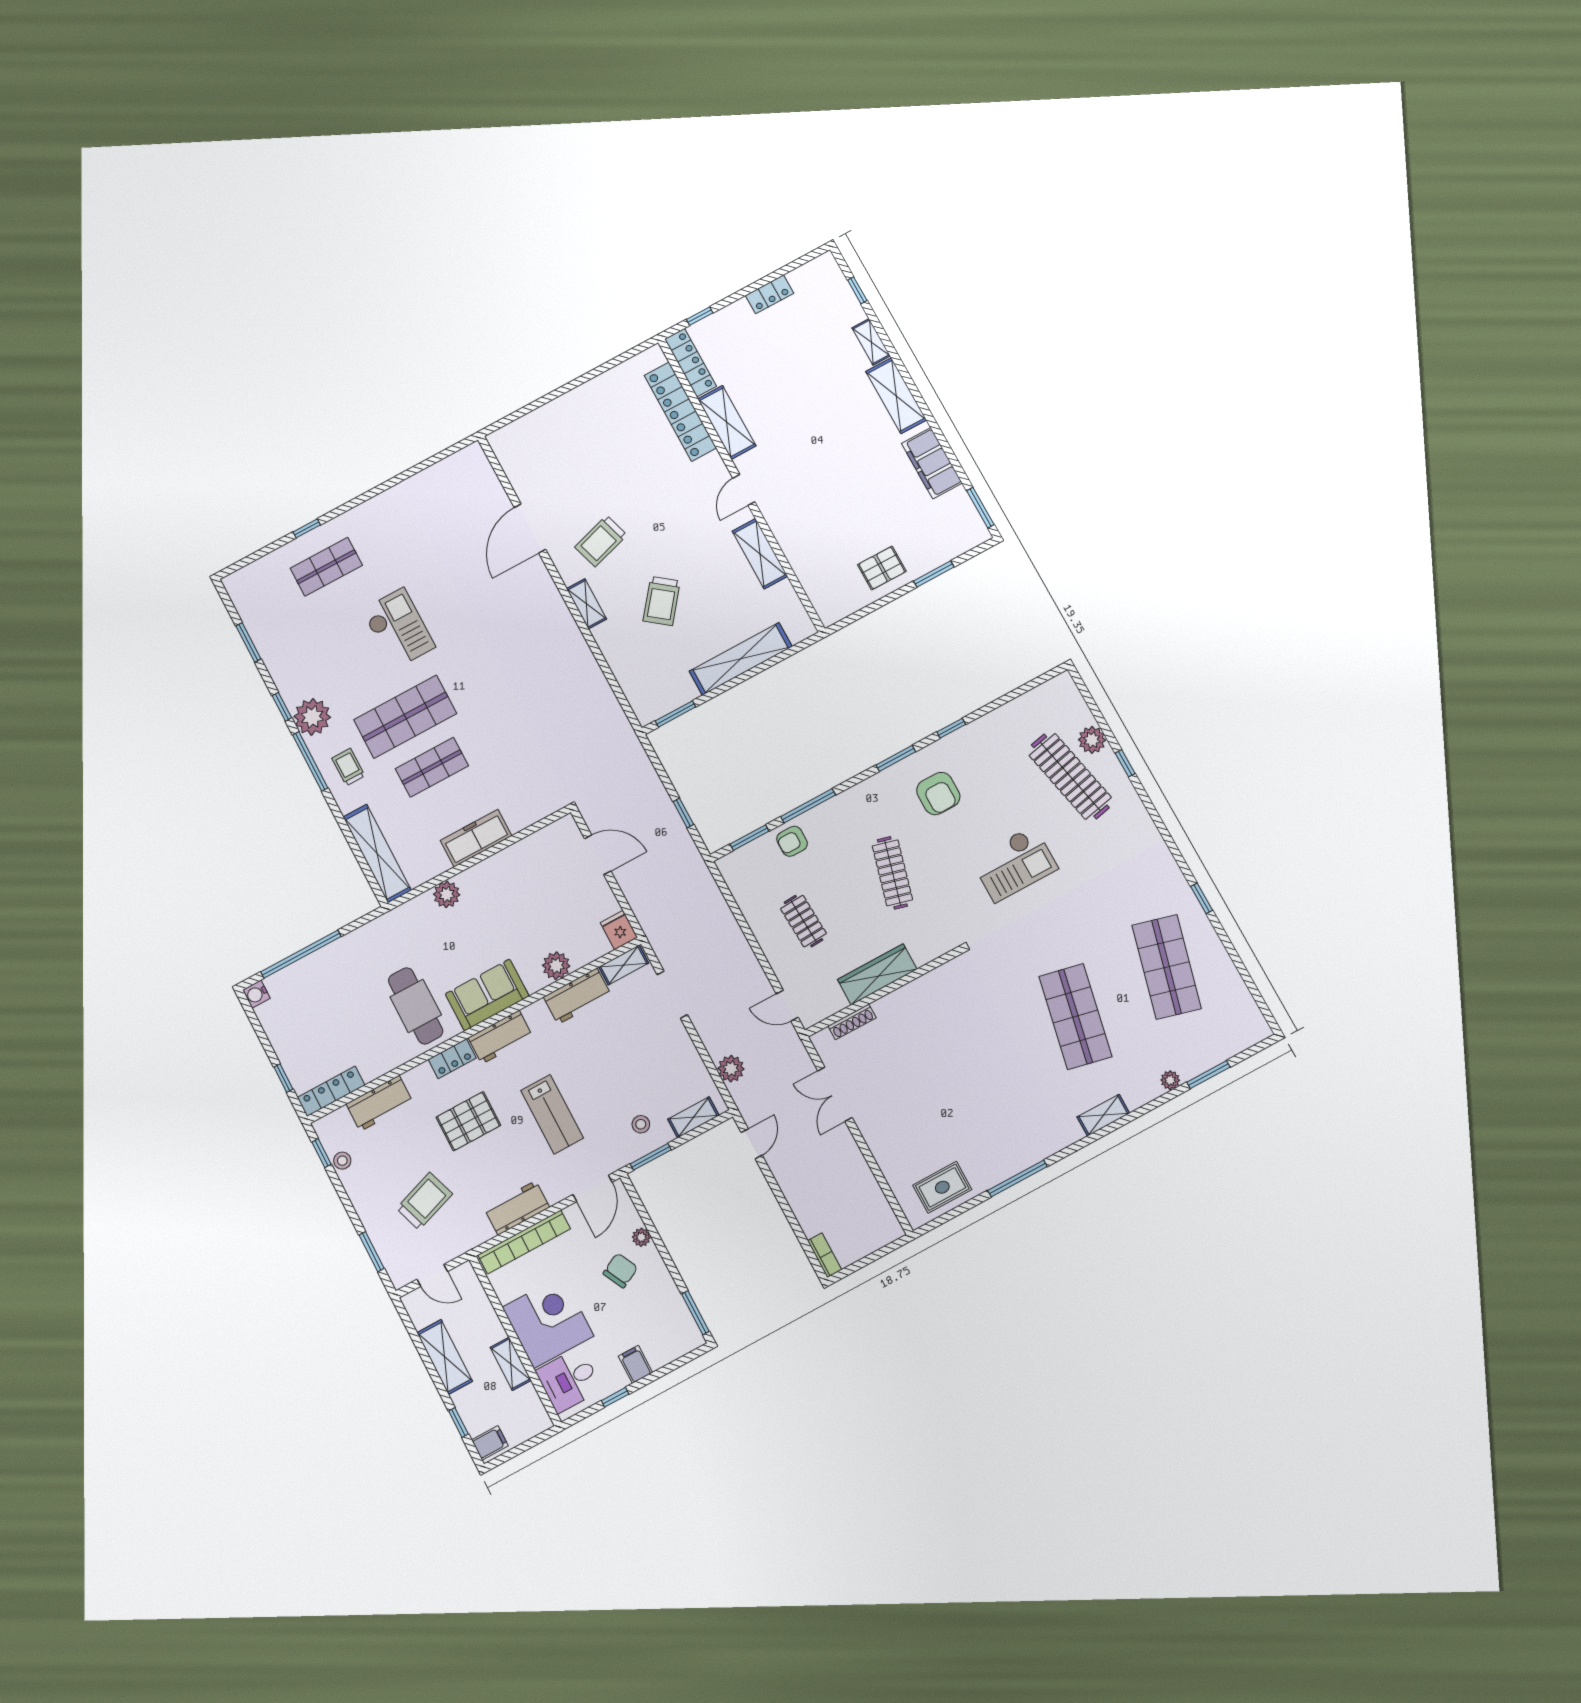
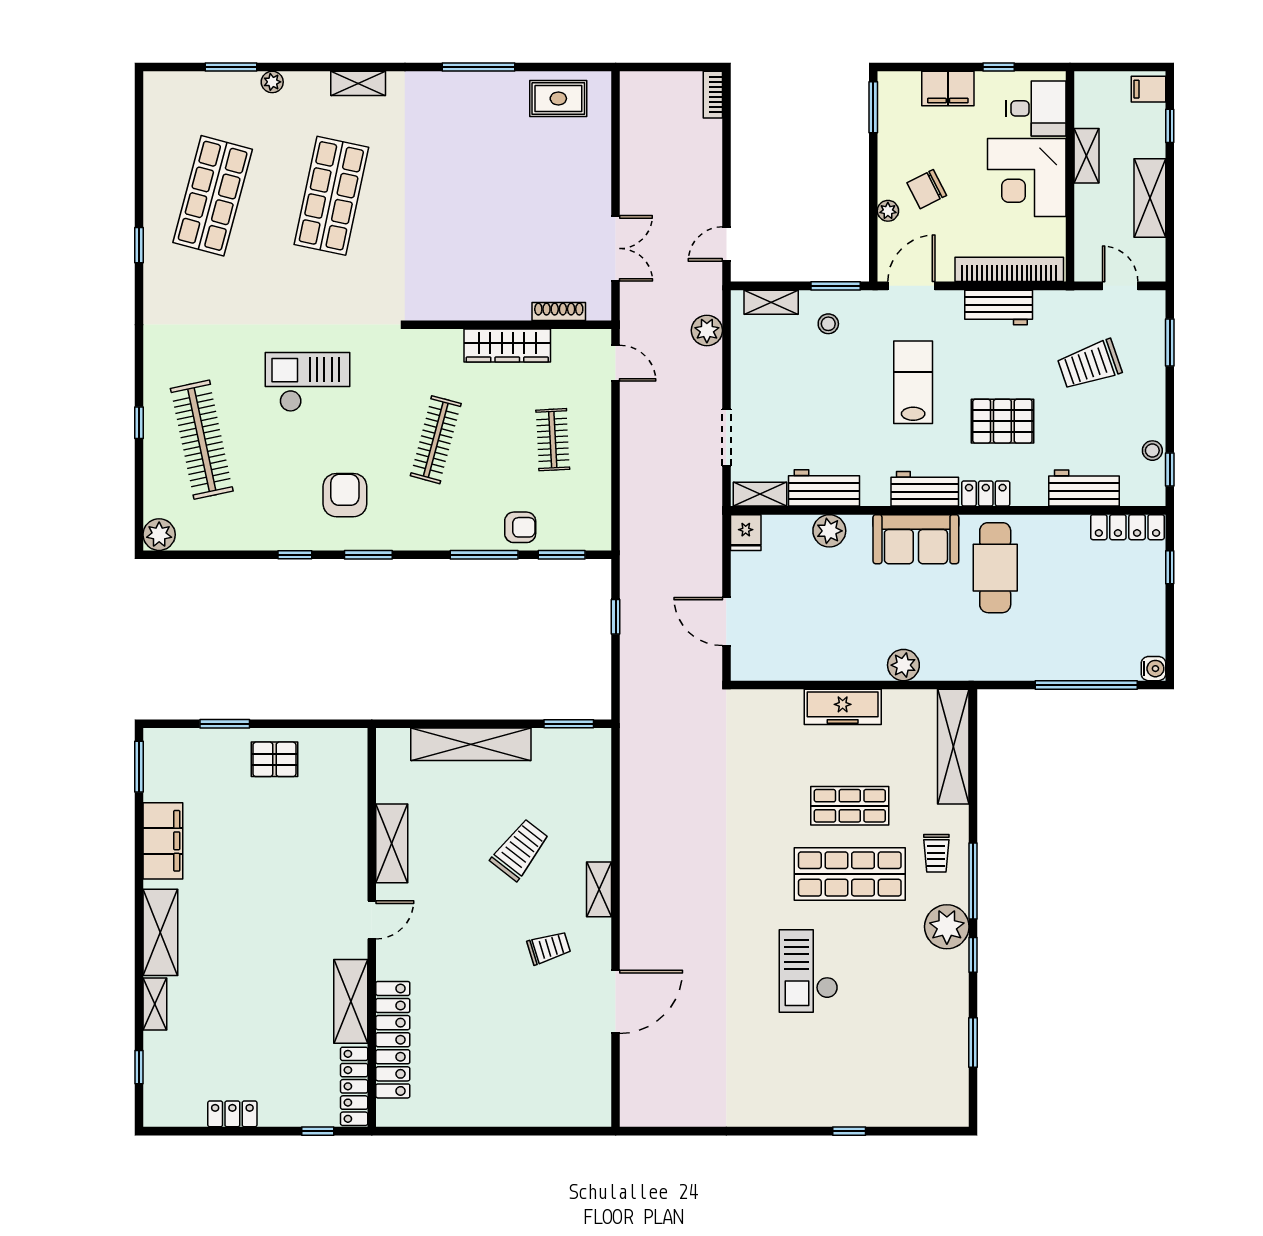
trolley: (601, 541) -> (549, 948), width x0.73, depth x0.72
shop shelf: (326, 567) -> (850, 1078), removed
plant: (1092, 740) -> (159, 535), moved
filing cabinet: (635, 1364) -> (948, 88), width x2.00

